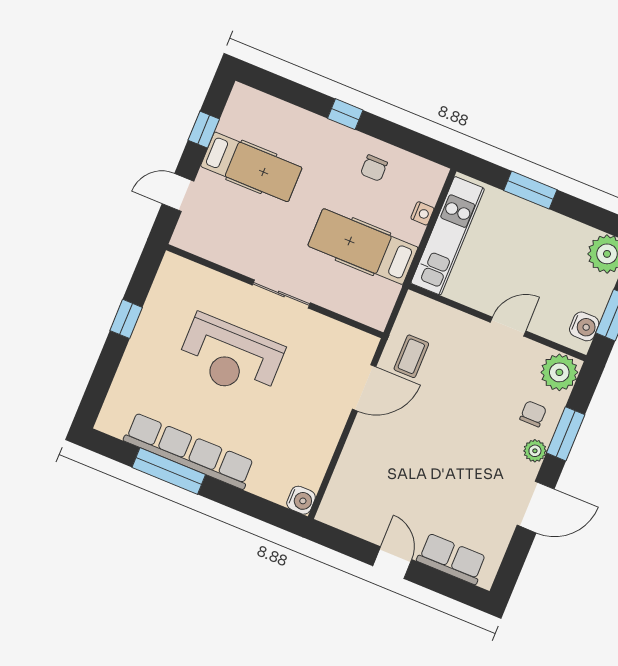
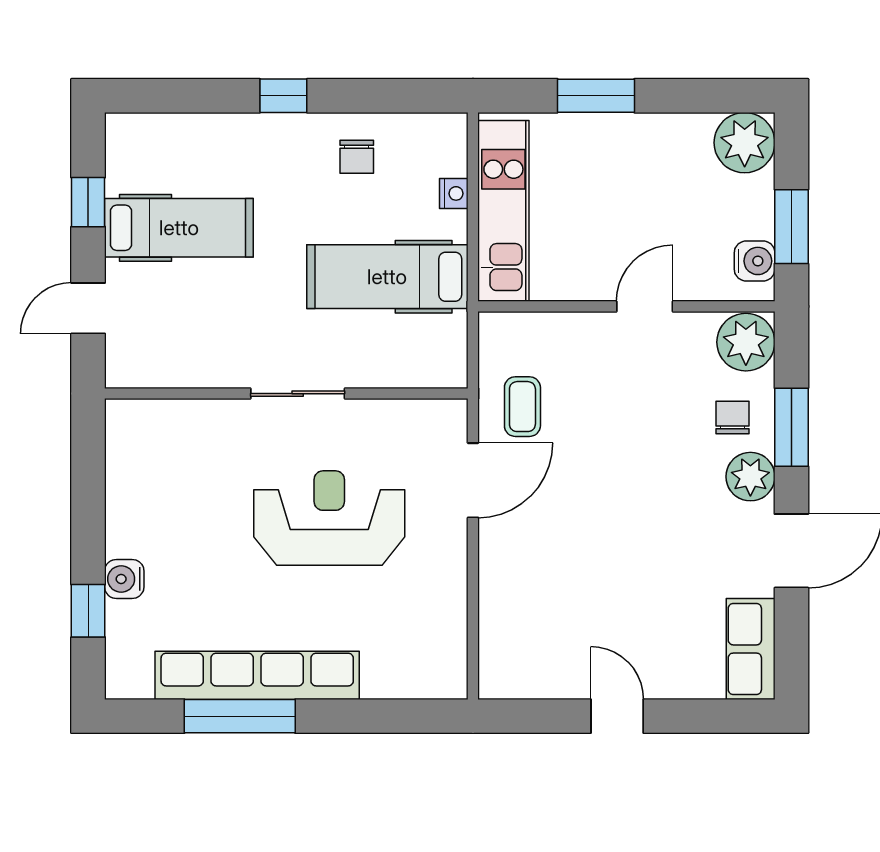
window: (126, 319) -> (88, 611), moved
reception desk: (231, 357) -> (329, 518), moved, turned 180
plant: (535, 451) -> (750, 477), width x1.38, depth x1.38
water cooler: (301, 500) -> (124, 579), moved, turned 180
row of seats: (452, 559) -> (751, 649), moved, turned -90

